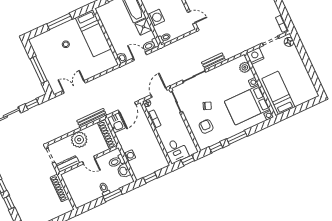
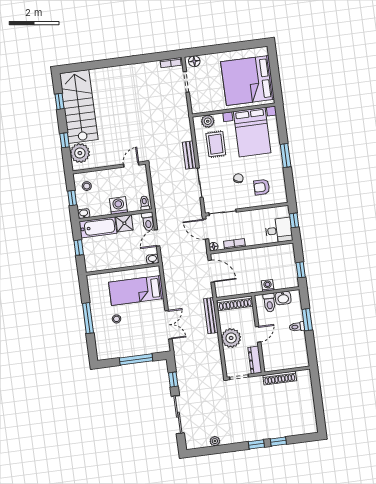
bed: (93, 33) -> (136, 290), moved, turned 180
nightstand: (255, 56) -> (198, 105), removed
rug: (229, 79) -> (216, 144), added
double door: (74, 87) -> (168, 325), swing flipped
bed: (278, 93) -> (248, 80), width x2.04
kitchen sink: (116, 123) -> (225, 289), removed
window: (216, 147) -> (289, 183), removed

